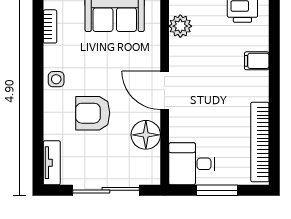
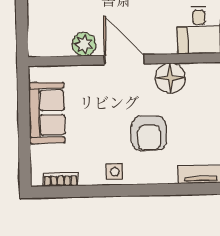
plant: (180, 26) -> (84, 44), moved
door: (165, 90) -> (124, 60), swing flipped

